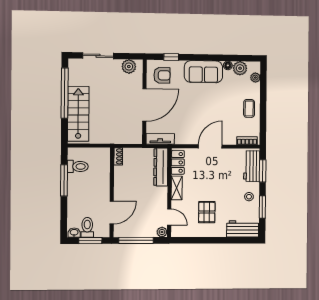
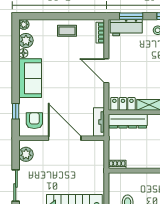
plant: (255, 78) -> (24, 24), moved

